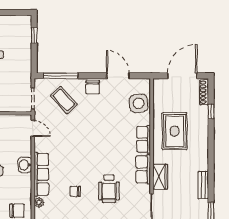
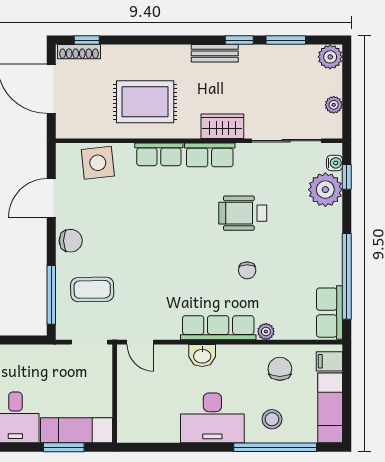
coffee table: (64, 100) -> (92, 289), turned 42
window: (211, 112) -> (87, 40), moved
door: (33, 128) -> (140, 342), swing flipped
bench: (203, 185) -> (215, 53), moved
window: (211, 187) -> (239, 40), added
wheelchair: (109, 189) -> (243, 213), turned 180

